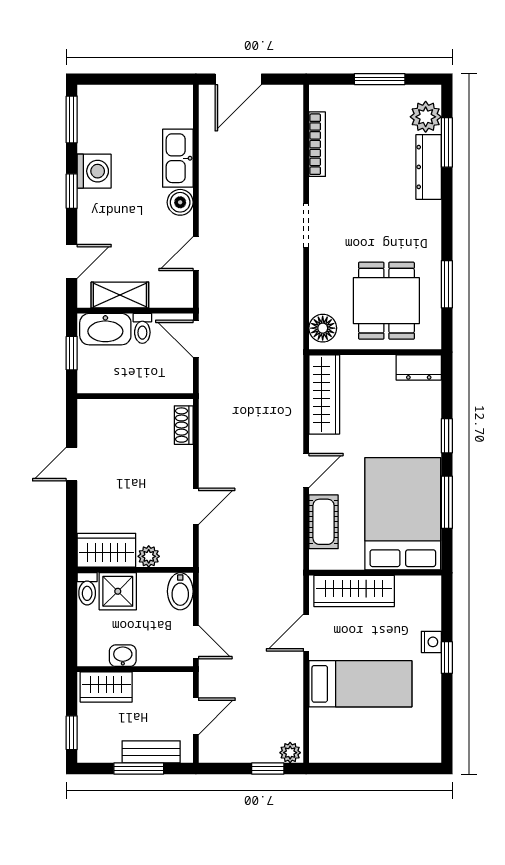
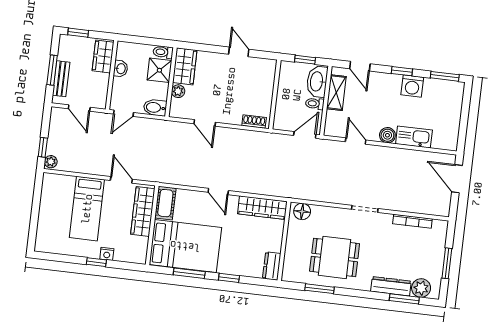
dining table: (386, 301) -> (335, 257), moved
cot: (324, 522) -> (165, 203), moved, turned 90

